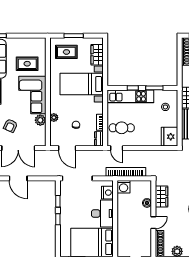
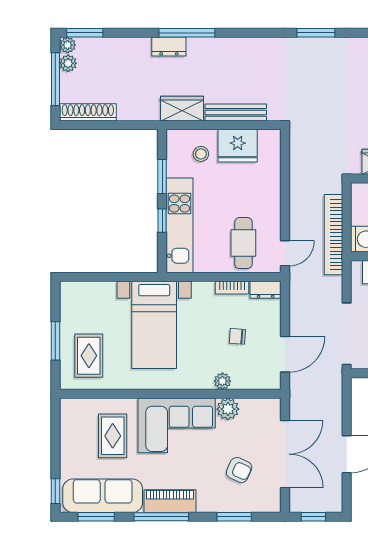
wardrobe: (97, 55) -> (94, 293), removed
fridge: (169, 137) -> (238, 146), moved

